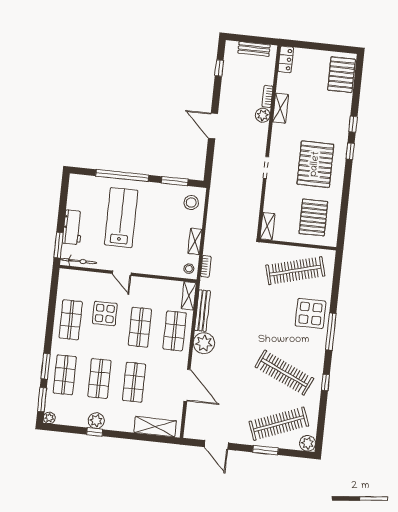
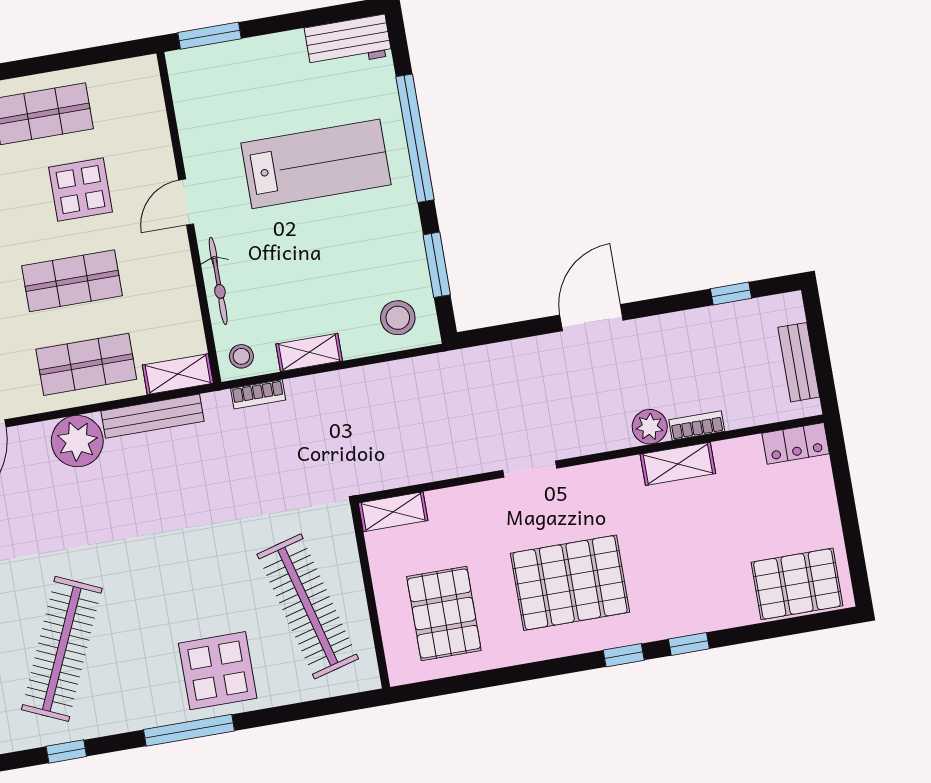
pallet: (313, 218) -> (444, 614), turned 90
workbench: (73, 227) -> (348, 42), moved
bicycle: (79, 261) -> (218, 281), moved

